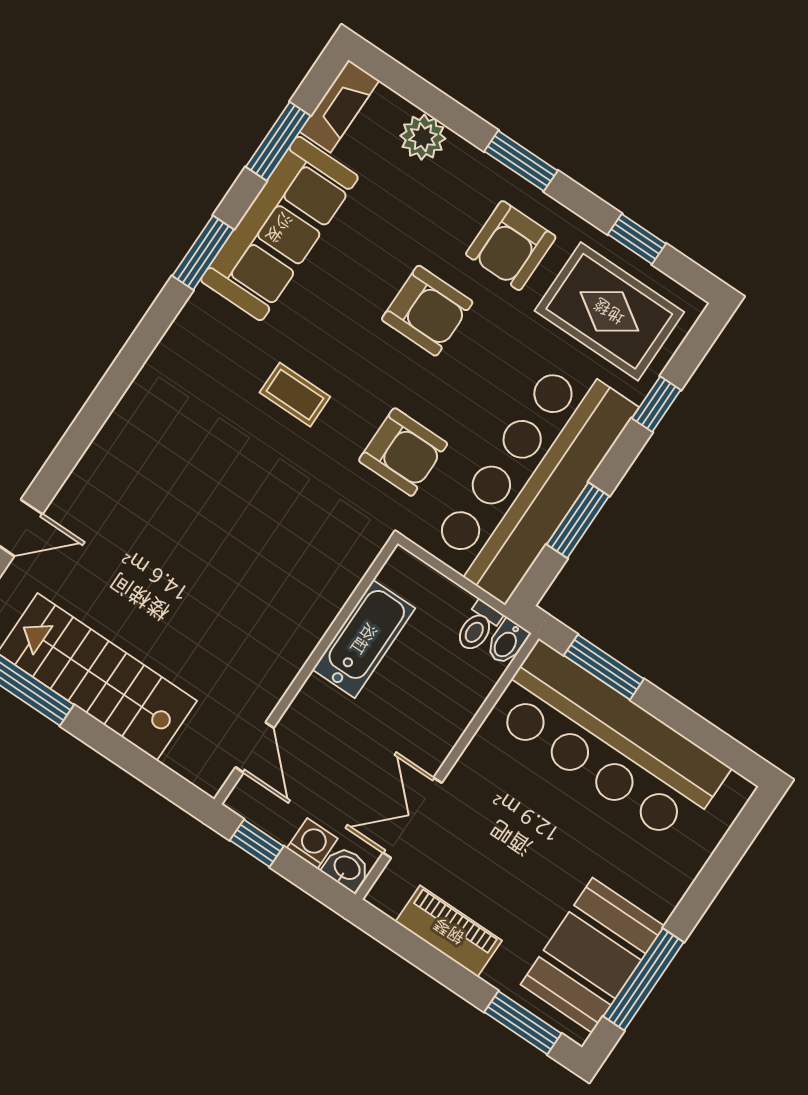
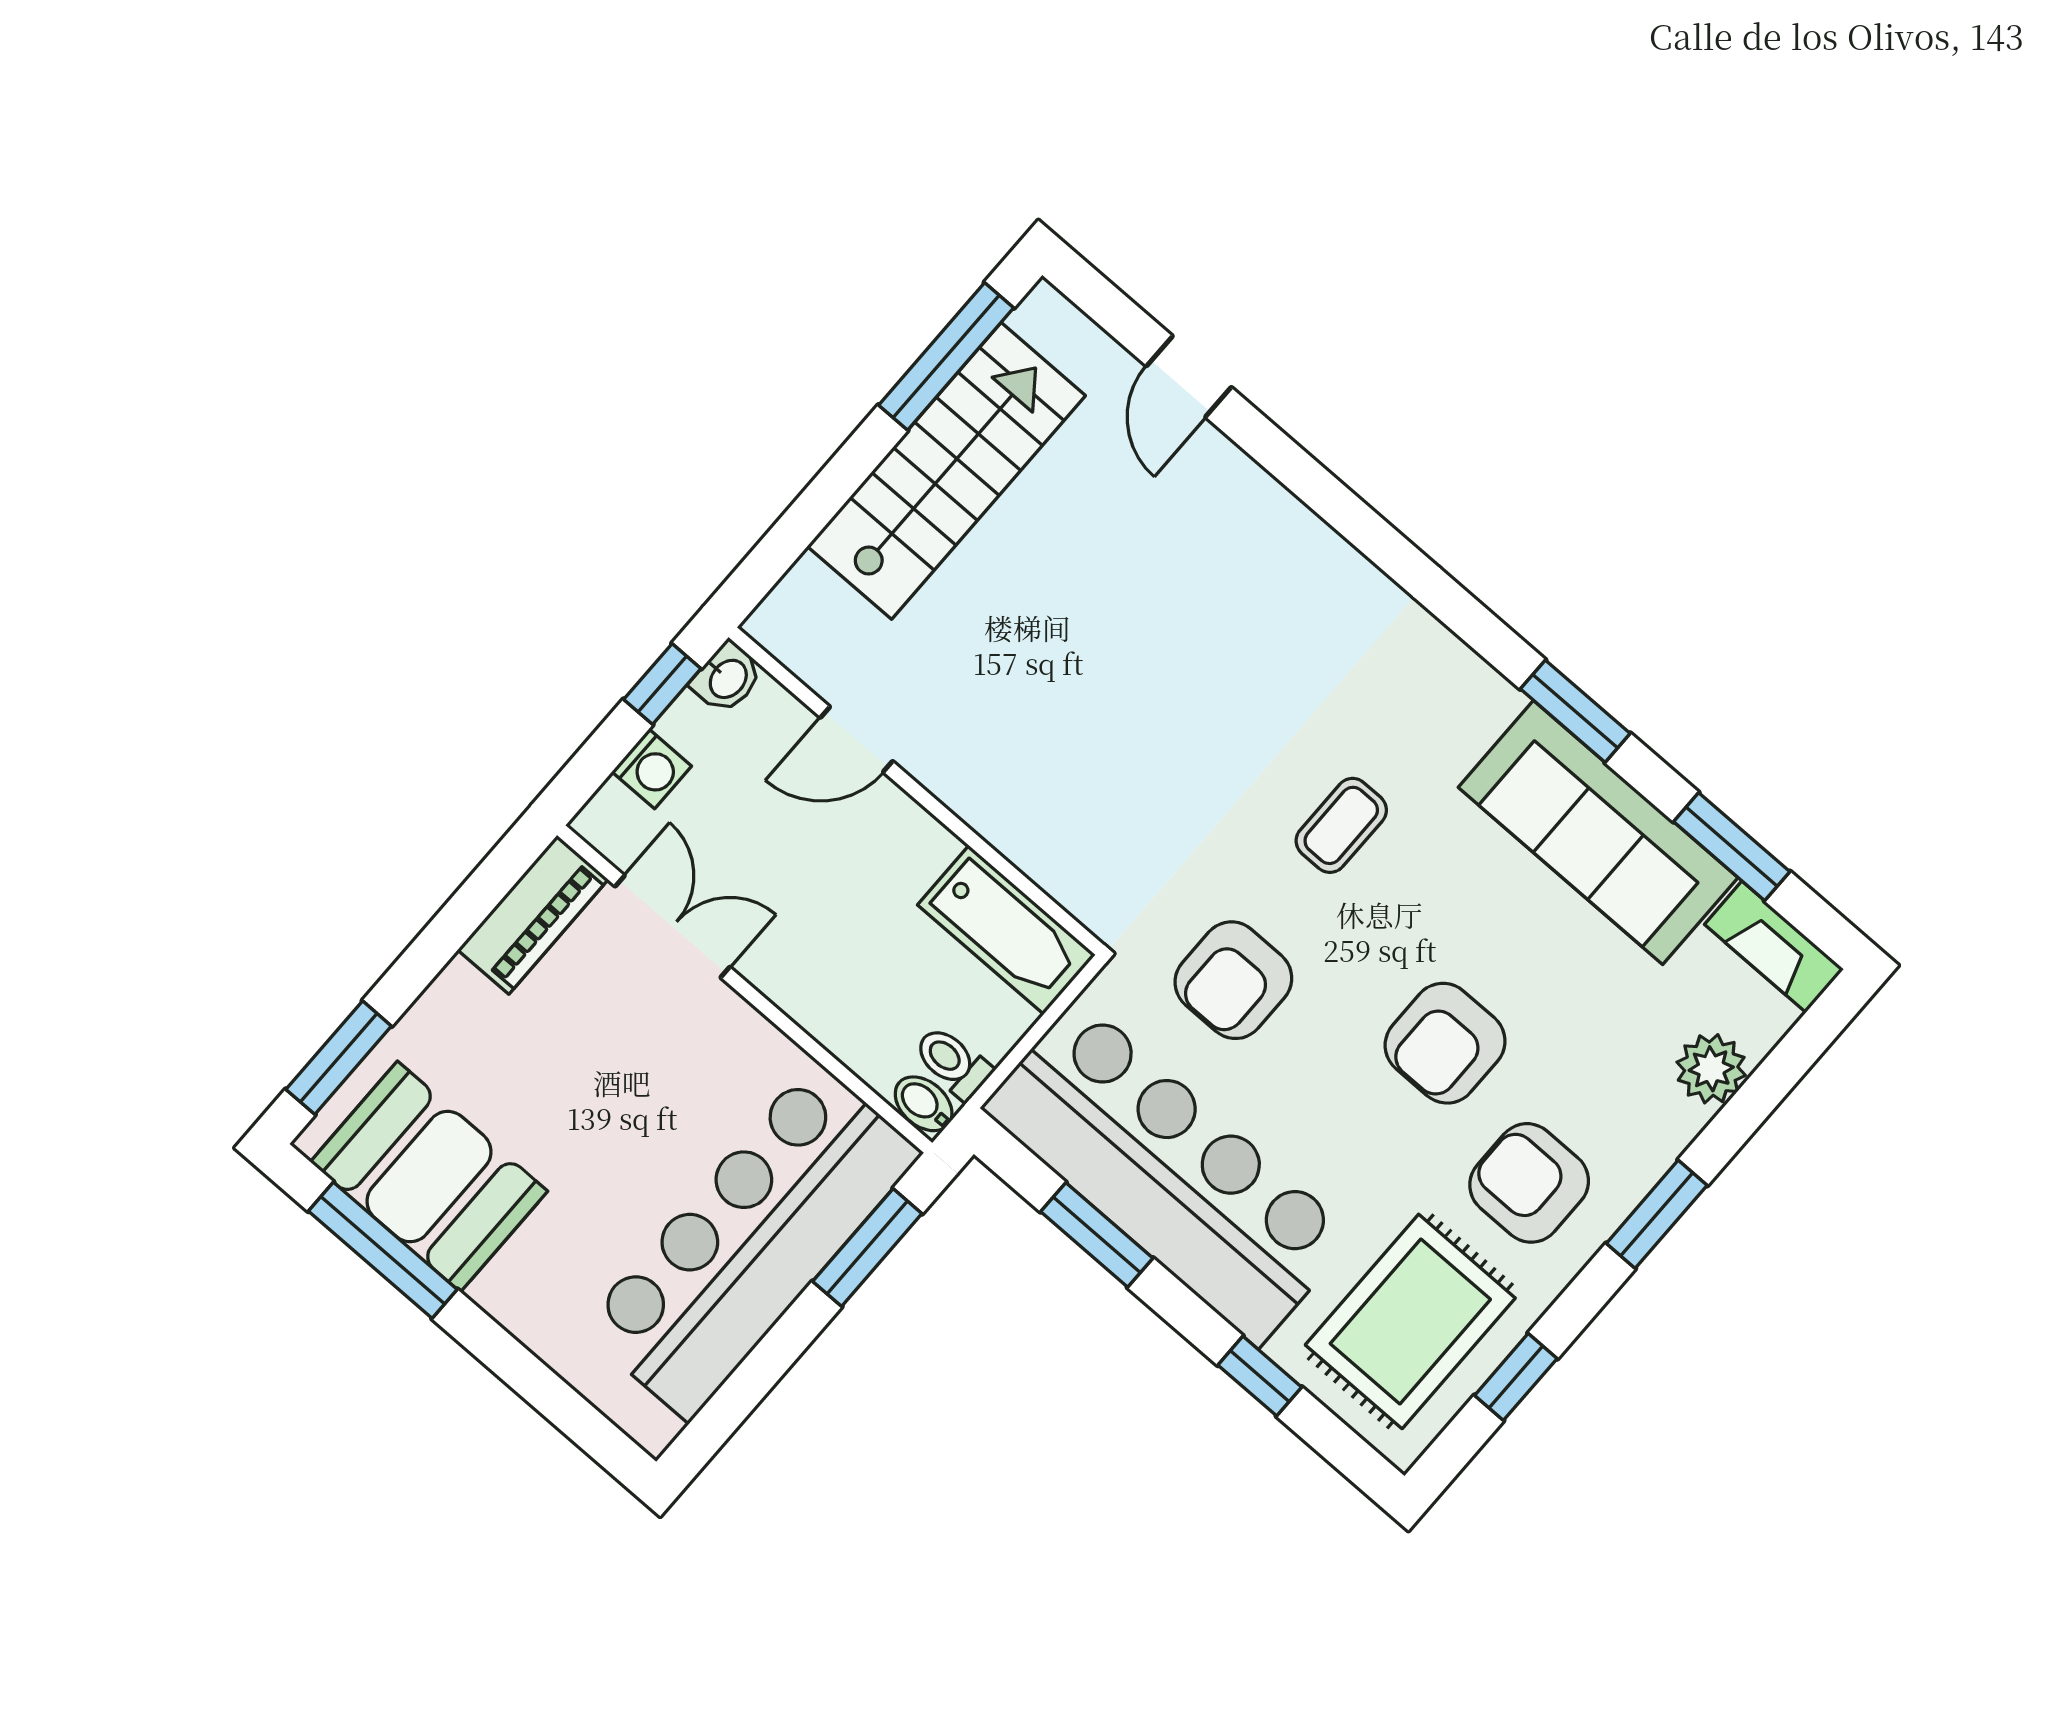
bathtub: (364, 639) -> (1006, 930), moved
door: (255, 747) -> (857, 739), moved
washbasin: (346, 869) -> (727, 678), moved
piano: (449, 931) -> (533, 915), moved

